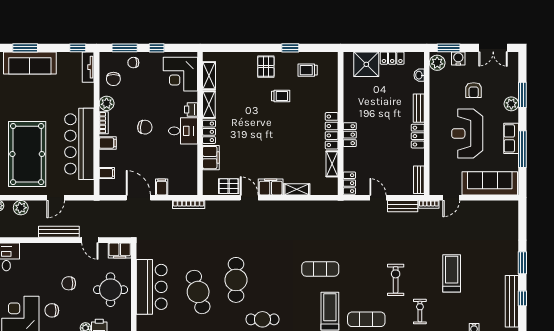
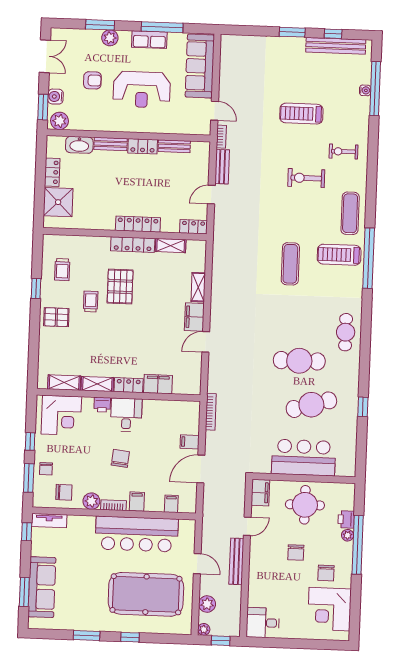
washbasin: (419, 75) -> (79, 145), width x1.91, depth x1.45
locker: (350, 135) -> (138, 224), width x1.53
bench: (419, 180) -> (174, 146), moved
pallet: (229, 186) -> (120, 287), moved, width x1.50, depth x1.42

